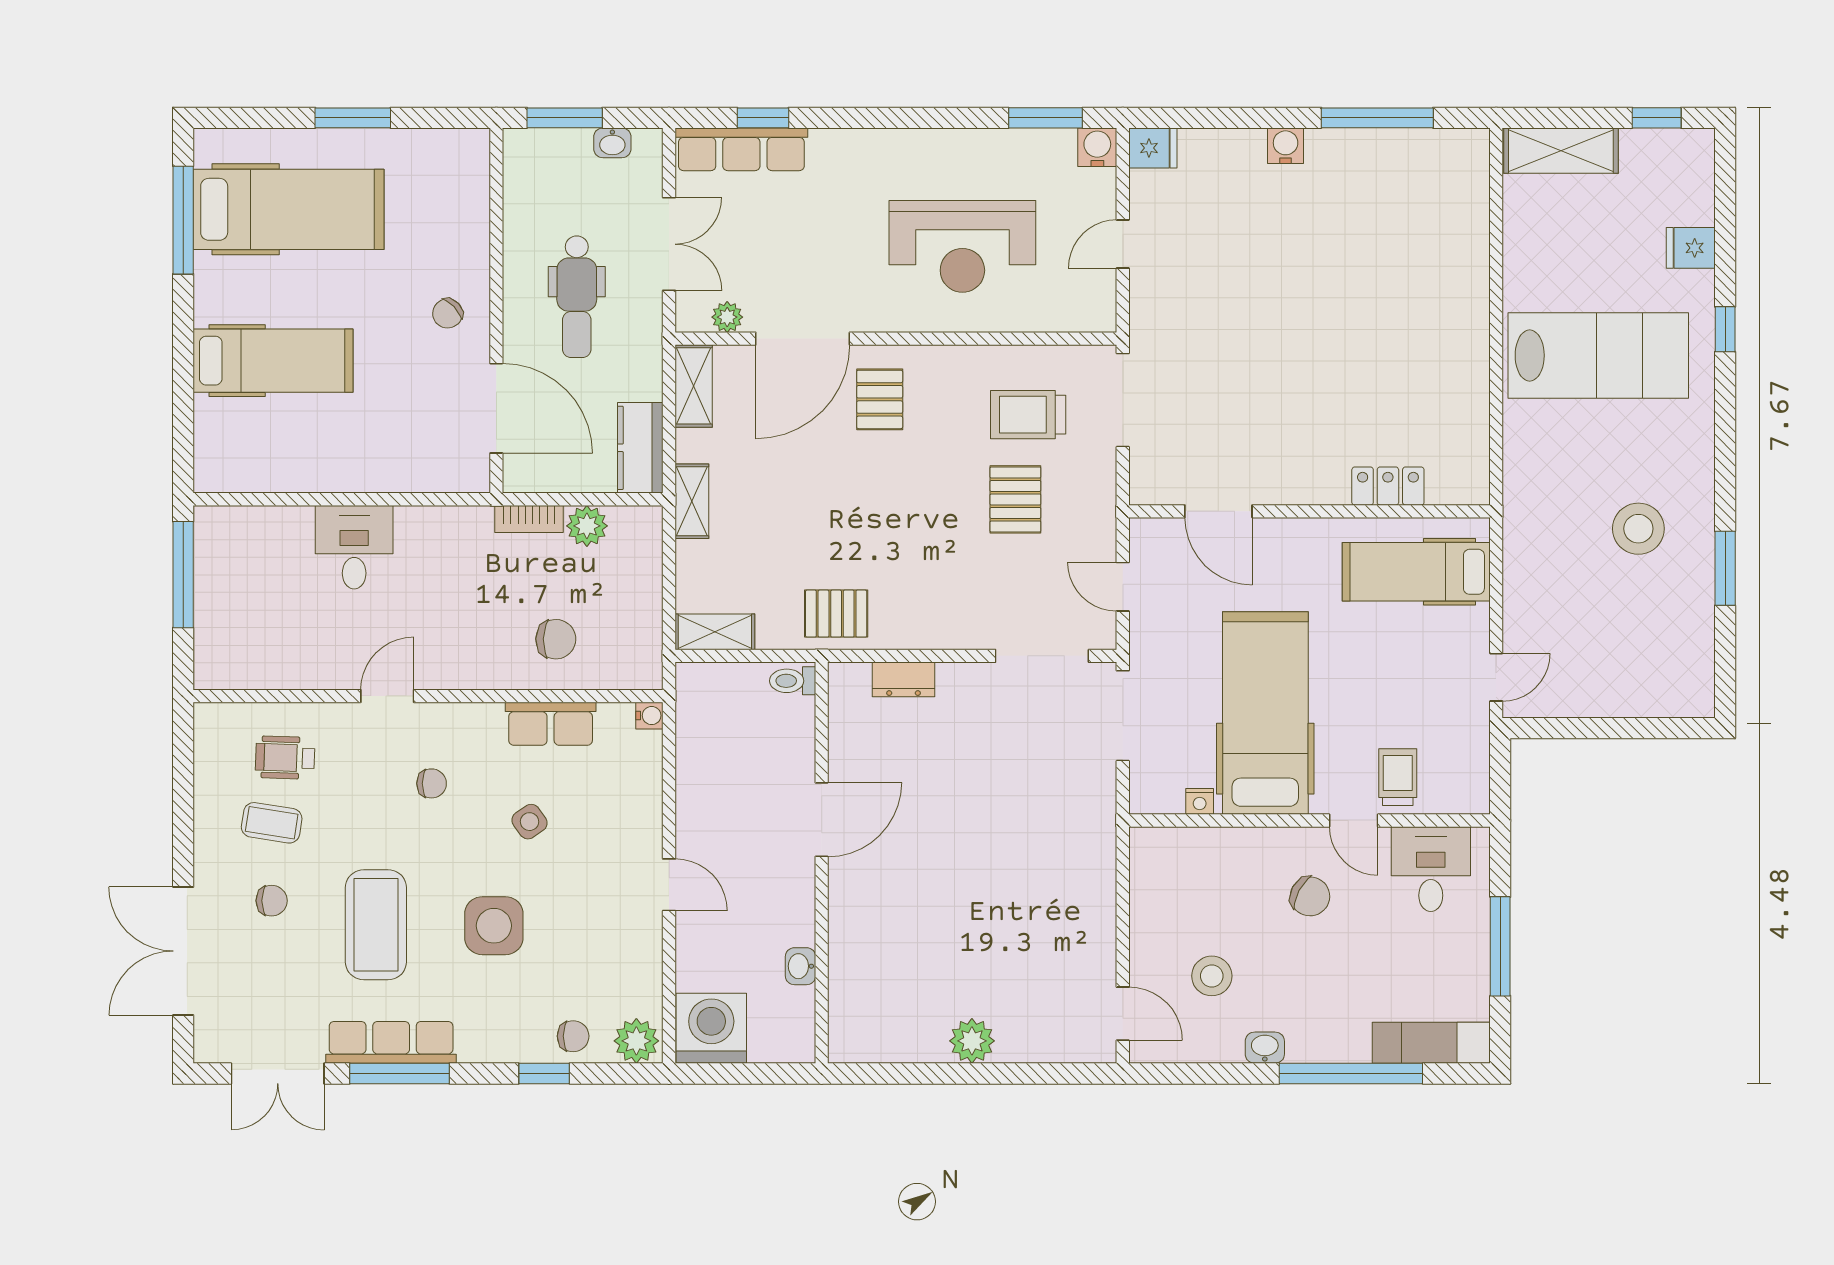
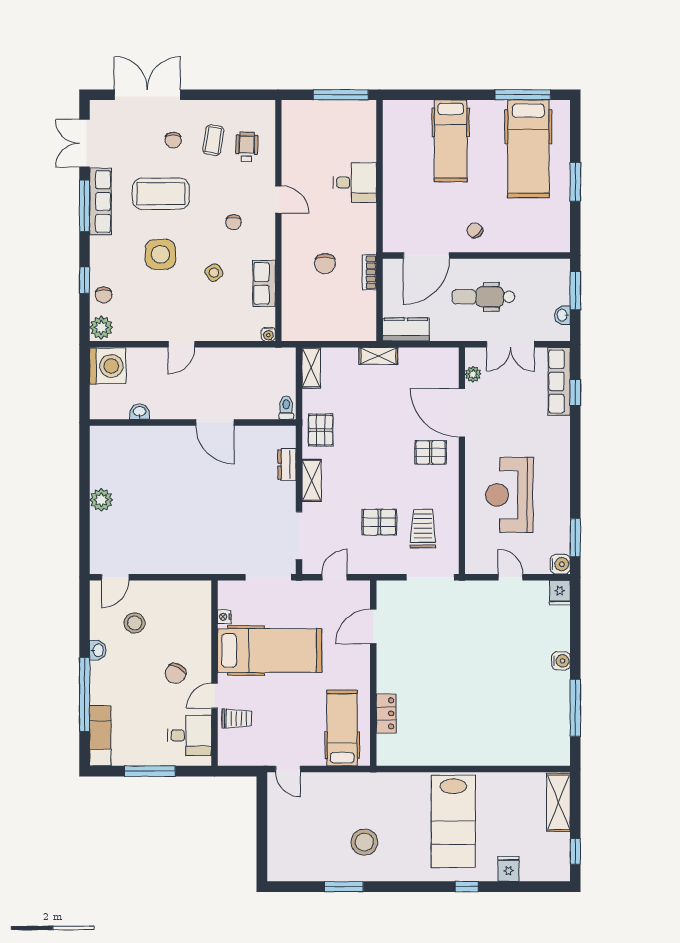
shelving: (694, 386) -> (312, 480), moved, turned 90
plant: (587, 526) -> (366, 302), removed
chair: (556, 639) -> (325, 264), moved

